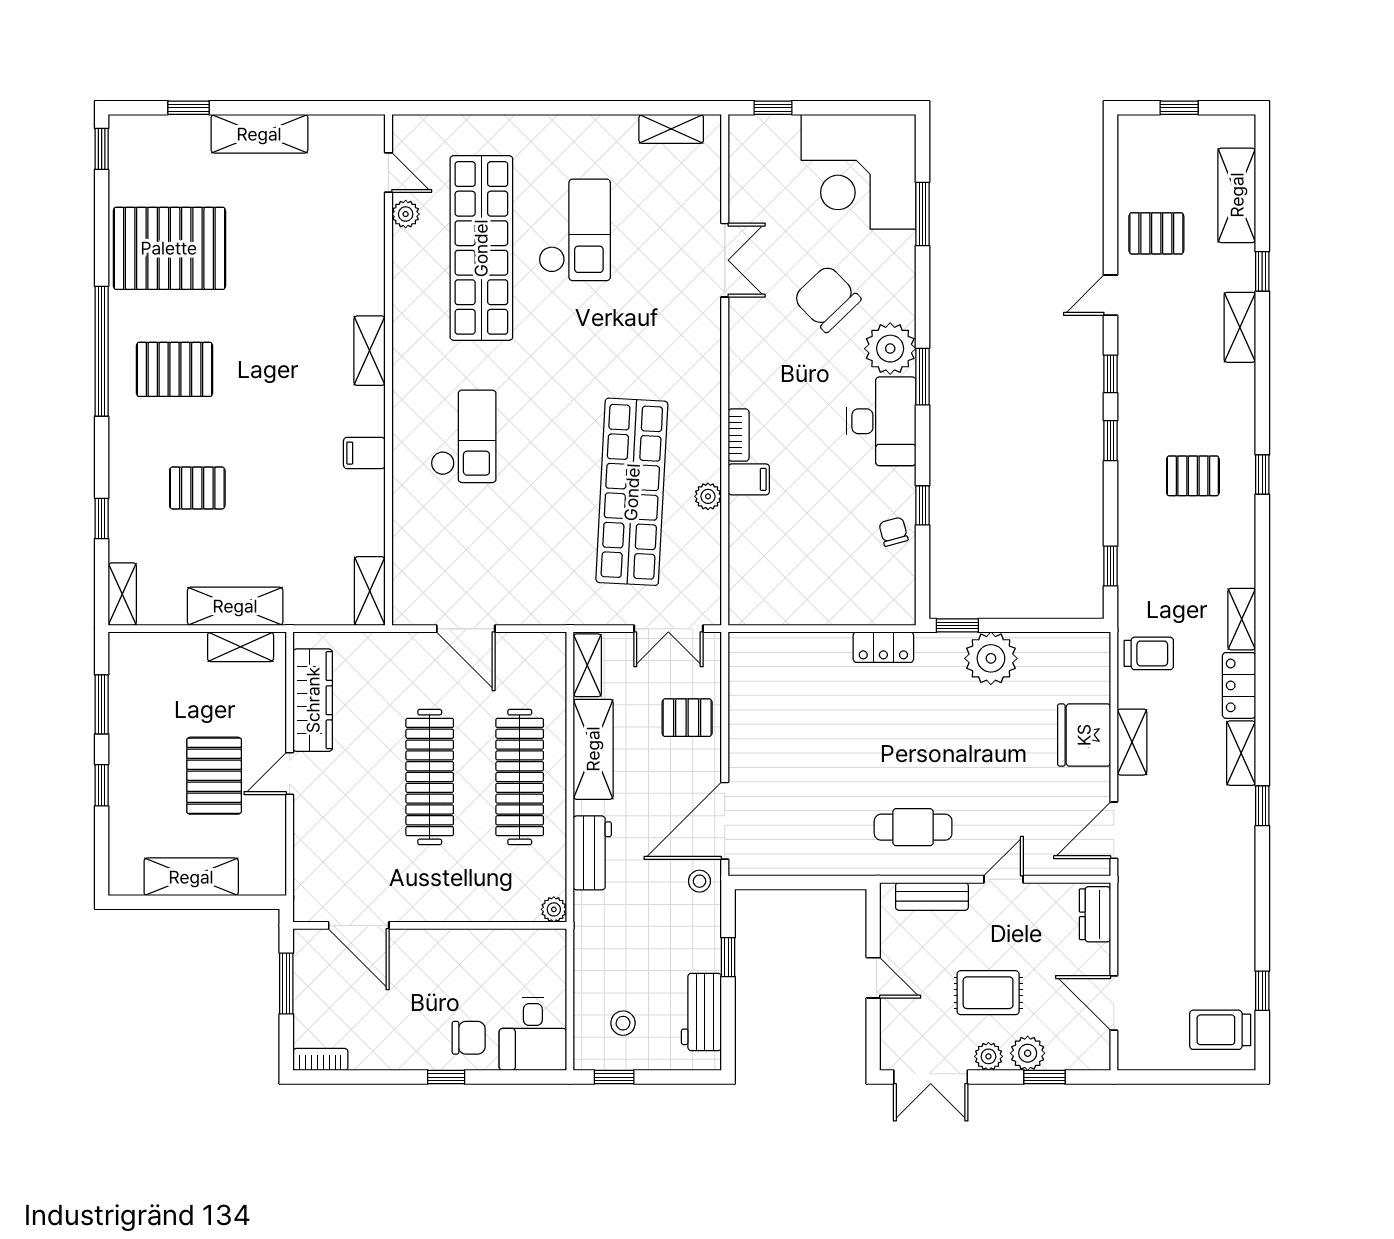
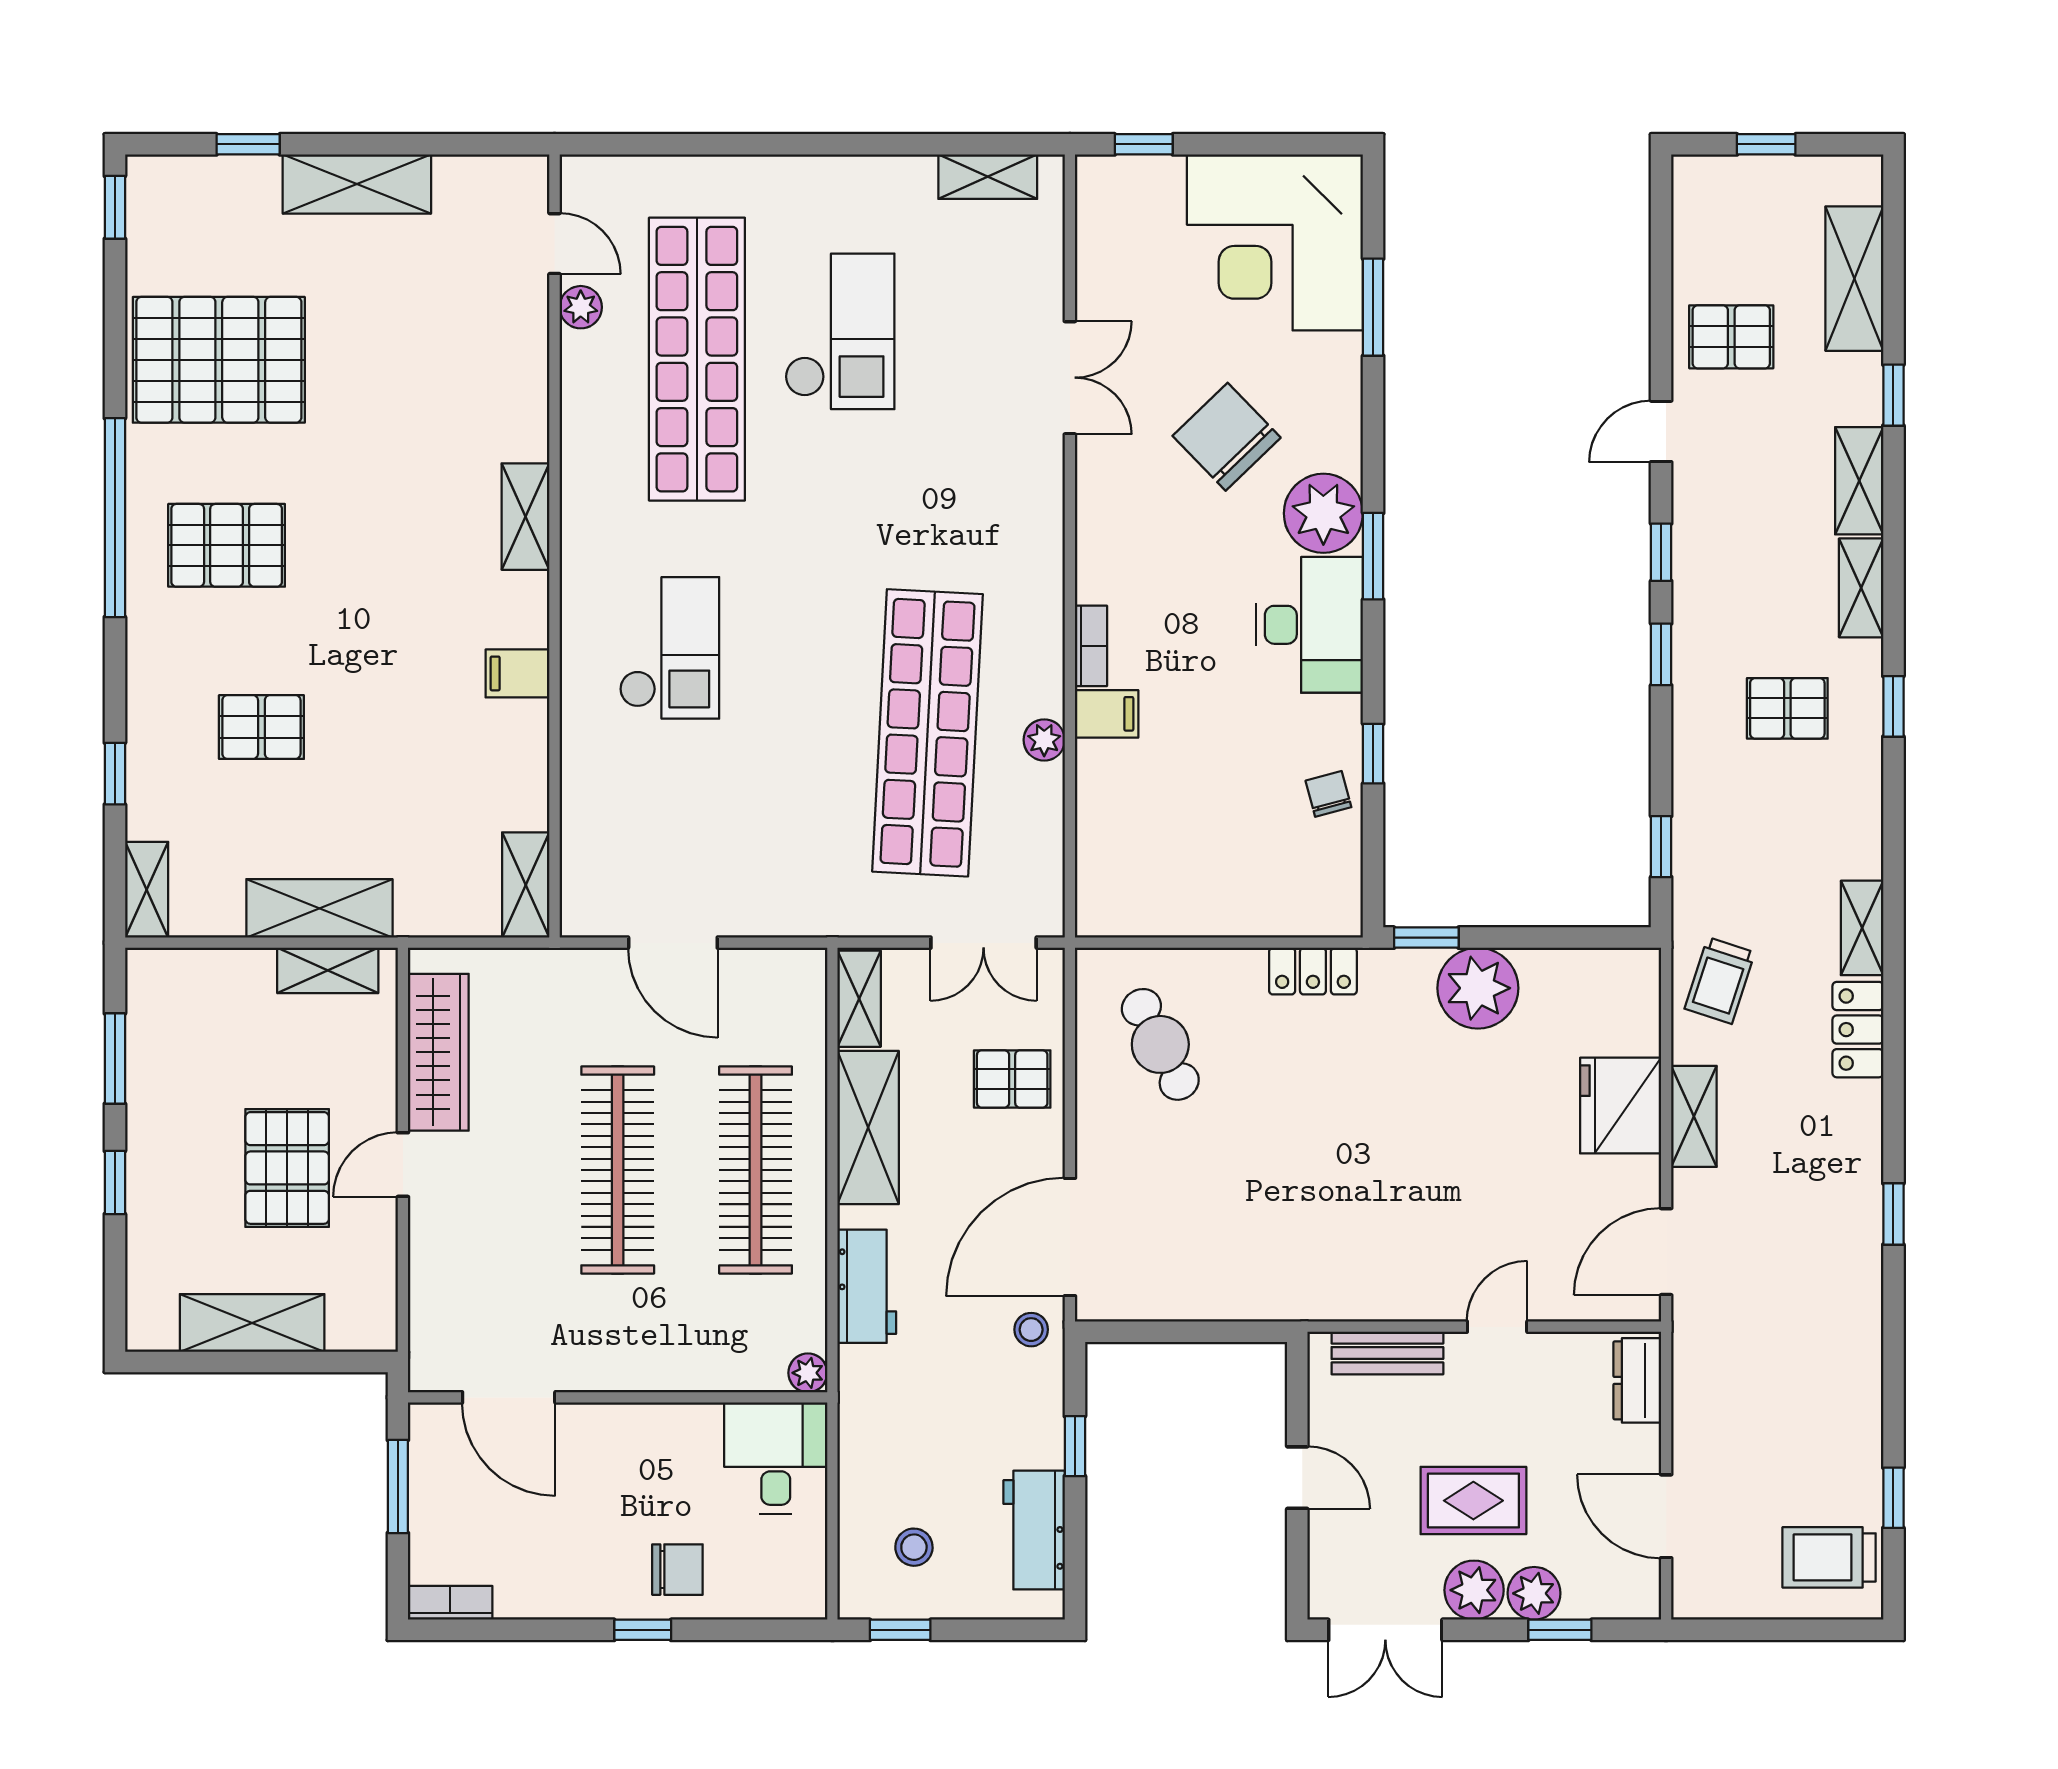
trolley: (1149, 653) -> (1720, 981), turned 108
shelving: (1241, 753) -> (1861, 588), moved
cafe table: (913, 827) -> (1160, 1044), moved, turned 63
desk: (533, 1034) -> (776, 1458), moved, turned 180
plant: (988, 1056) -> (1474, 1590), width x1.38, depth x1.38

